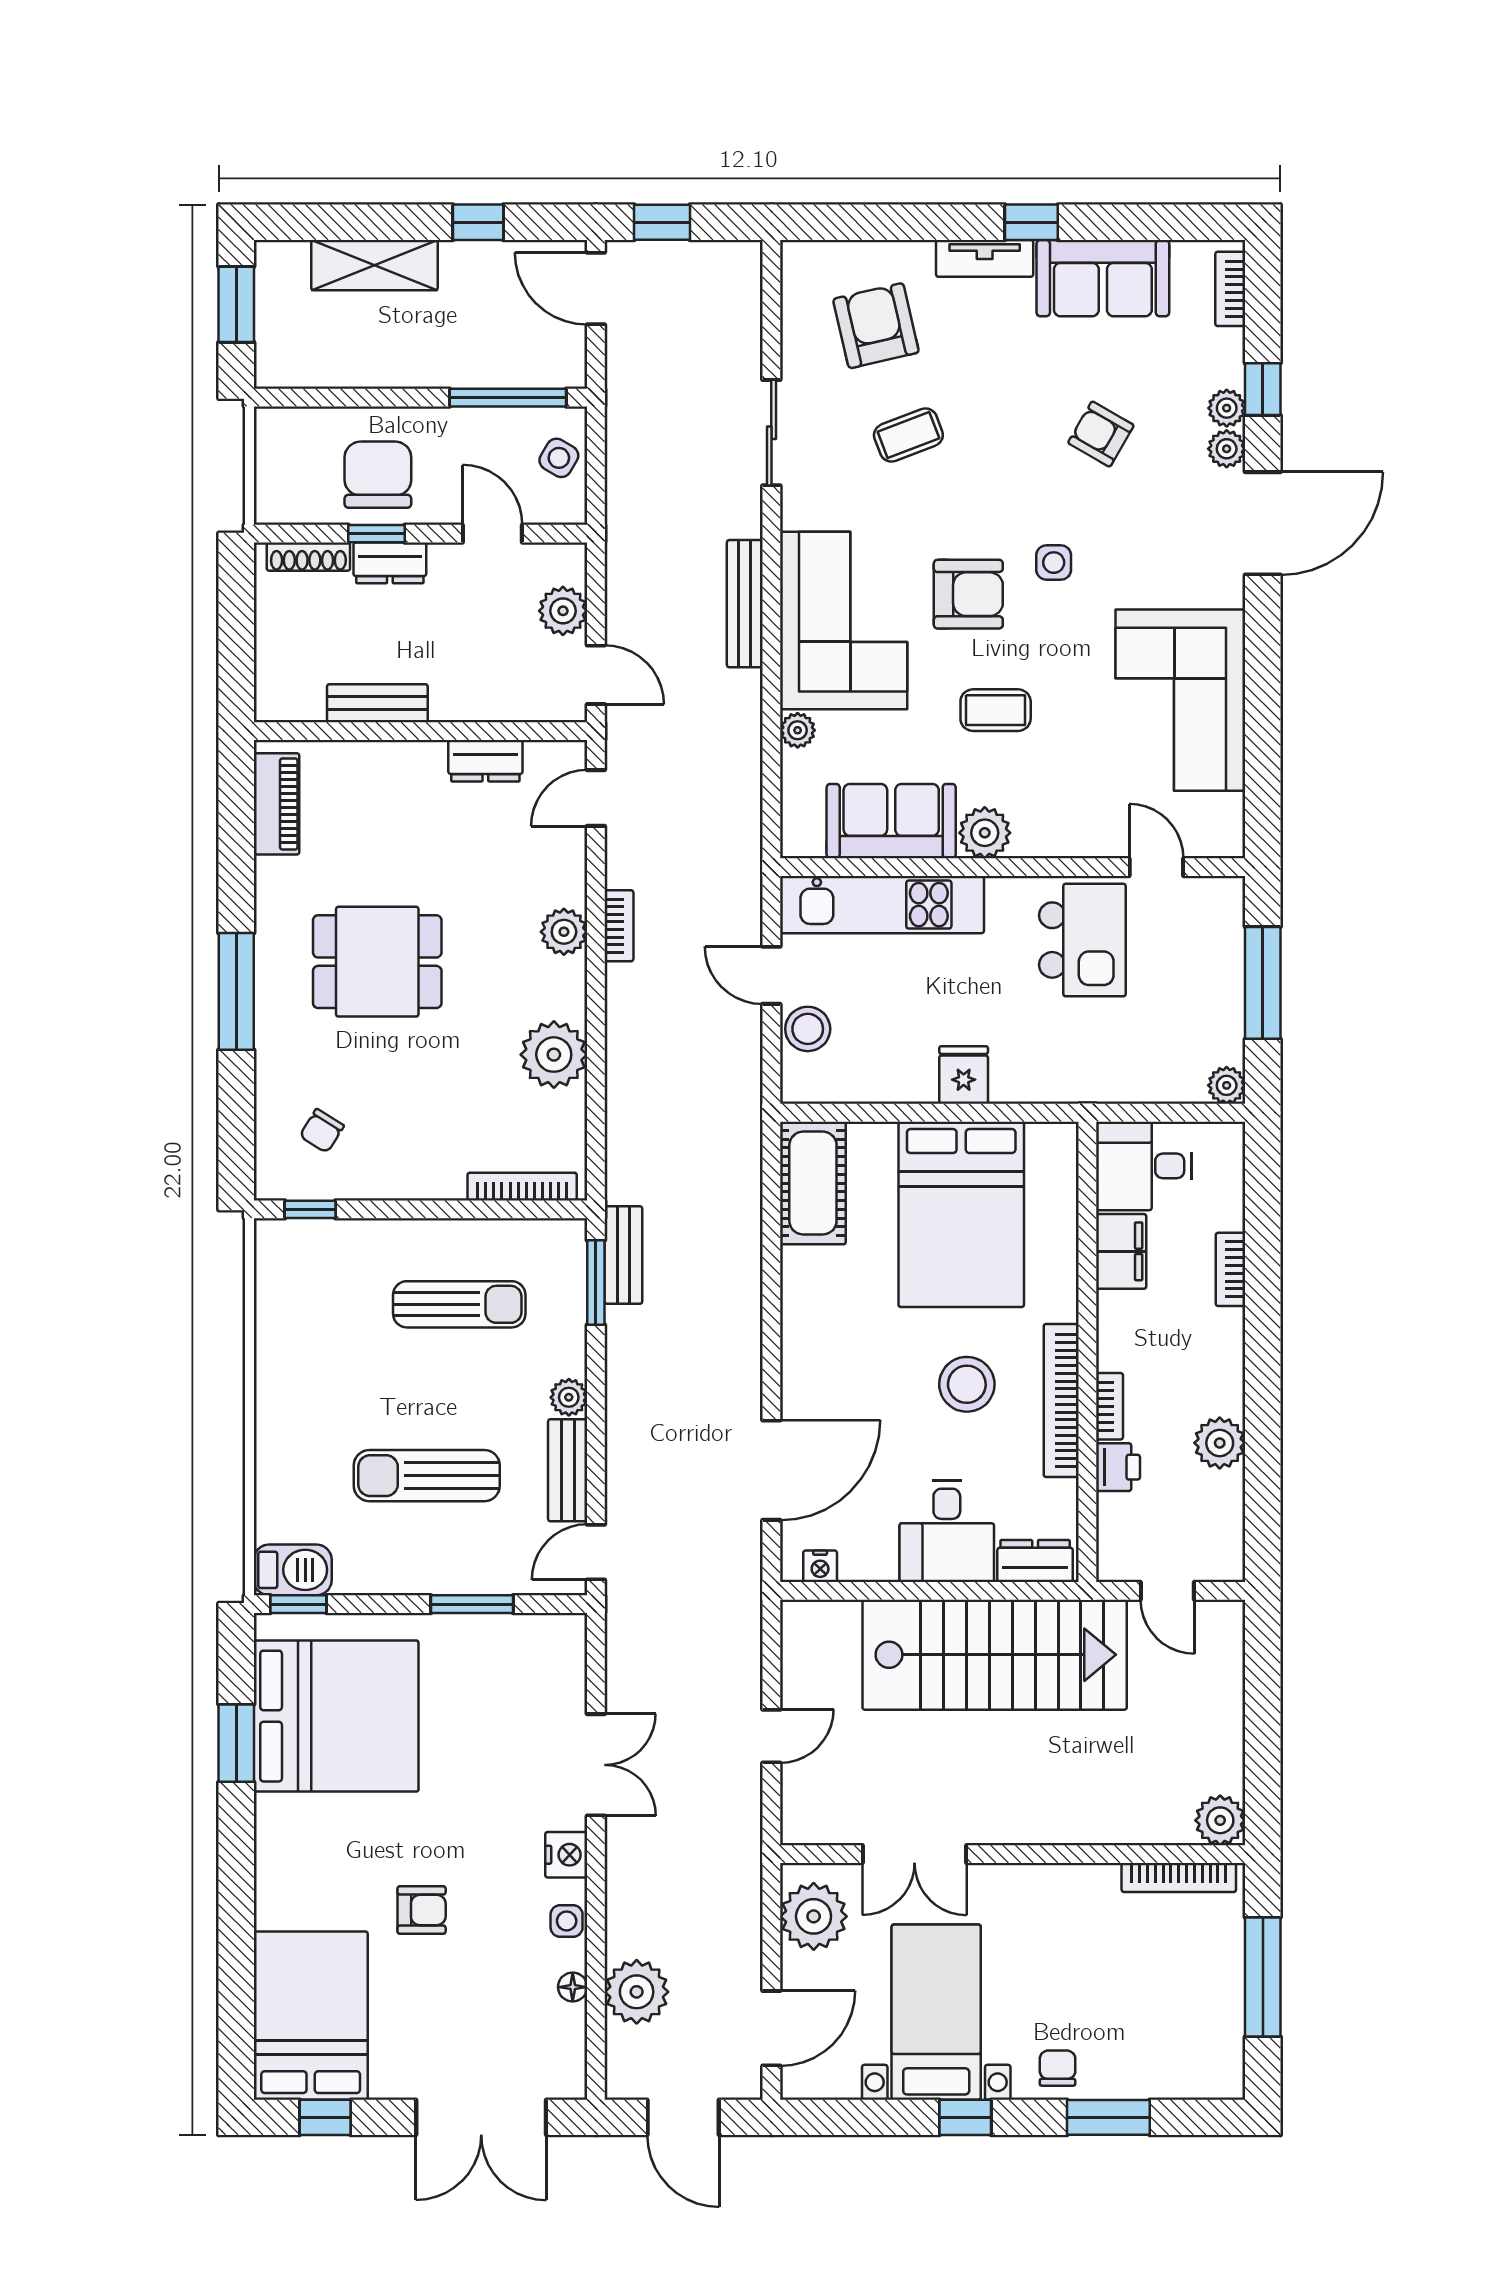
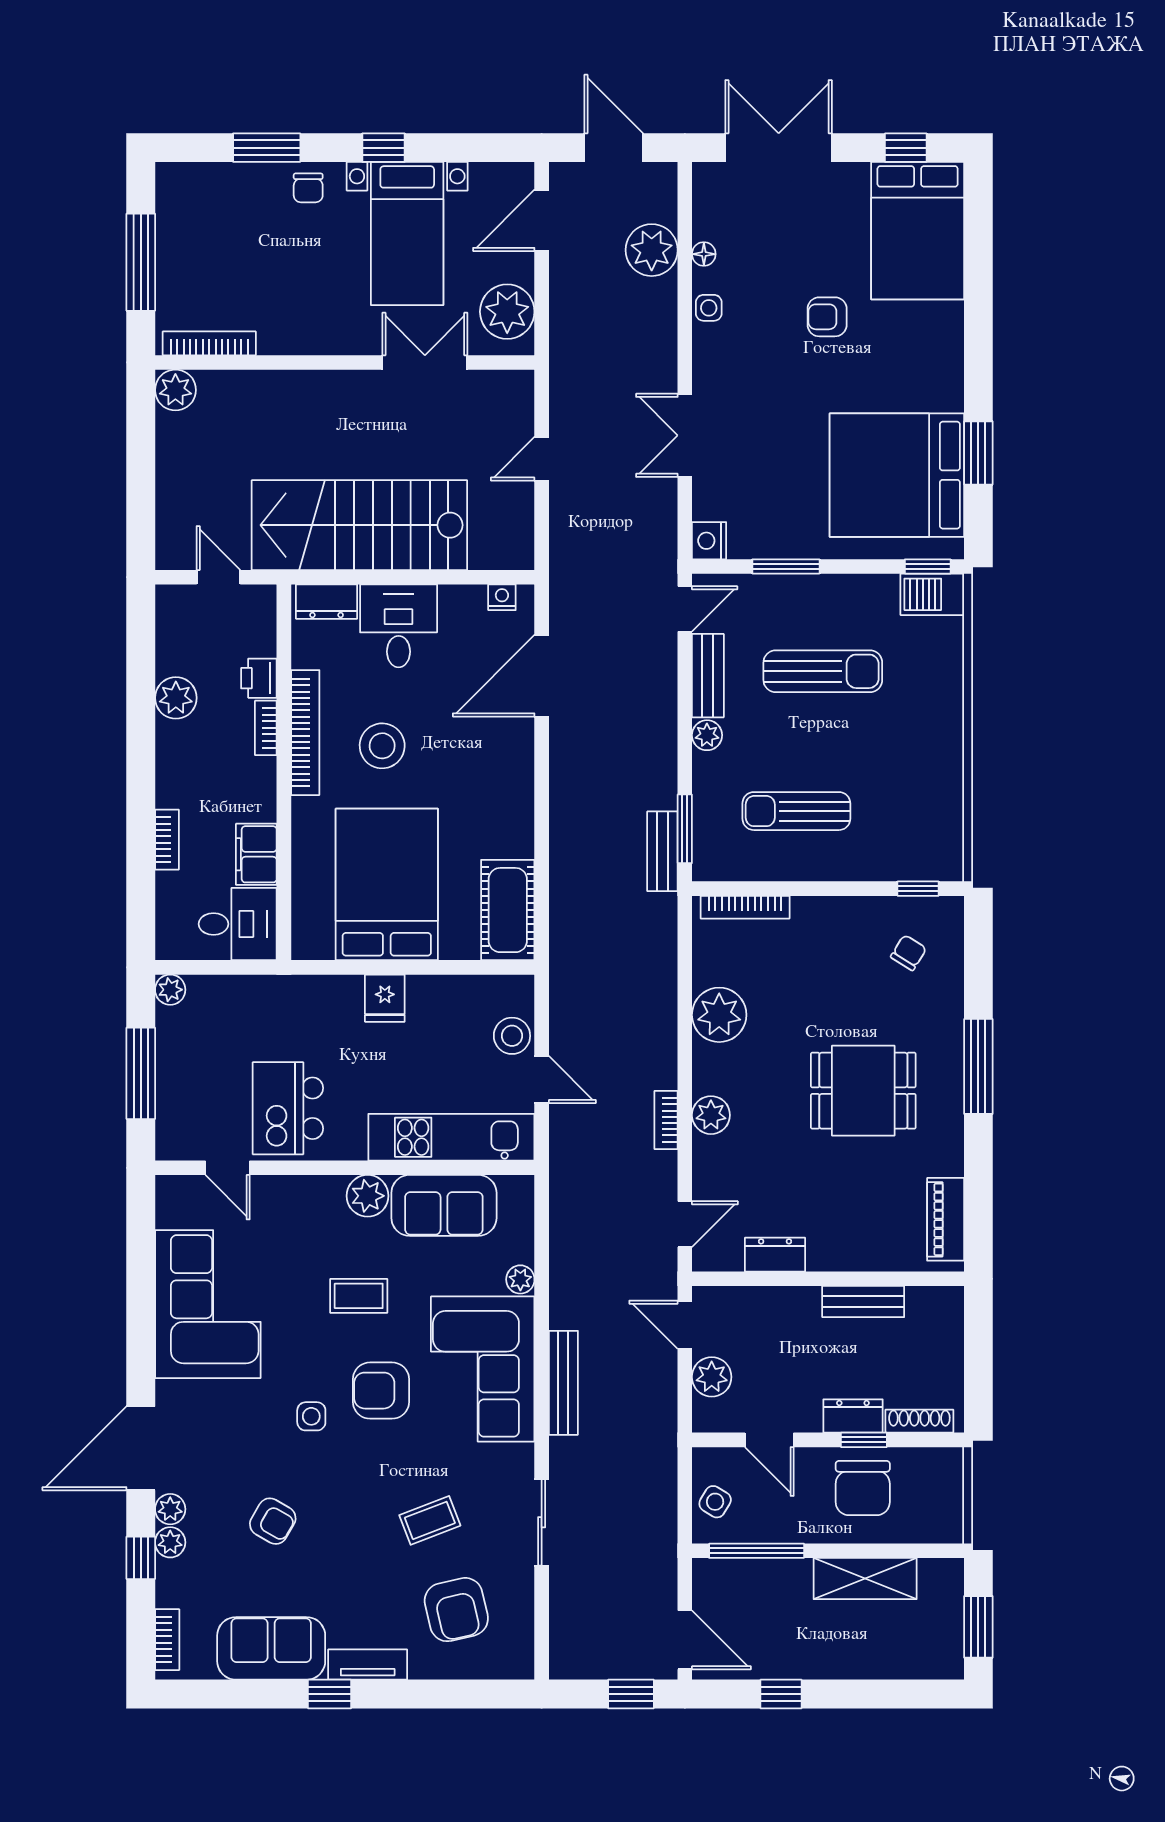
shelving: (374, 265) -> (865, 1579), moved
nightstand: (566, 1855) -> (709, 541), moved

